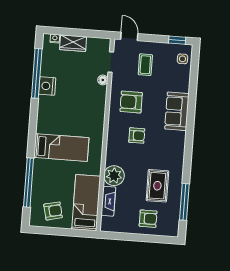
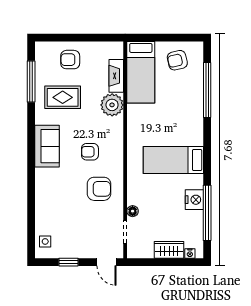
window: (177, 40) -> (69, 262), moved
coffee table: (145, 65) -> (86, 232), removed
sofa: (177, 111) -> (47, 146), moved
bed: (61, 148) -> (173, 160), moved
rug: (157, 186) -> (63, 97), turned 90

